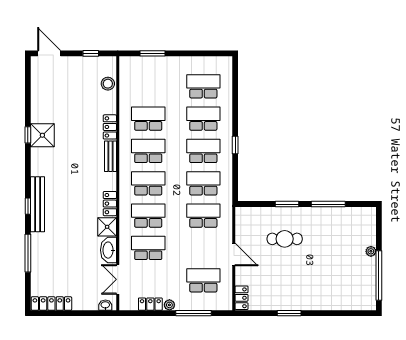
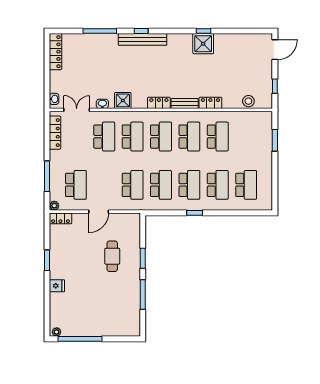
locker: (110, 204) -> (159, 103), moved
washbasin: (108, 250) -> (102, 104), width x0.52, depth x0.69
plant: (371, 251) -> (57, 332), moved
fridge: (318, 302) -> (57, 286), added
locker: (150, 304) -> (55, 133), width x1.53
plant: (169, 305) -> (54, 206), moved

